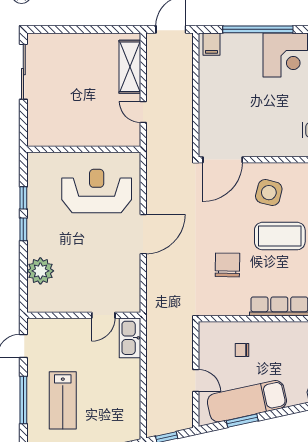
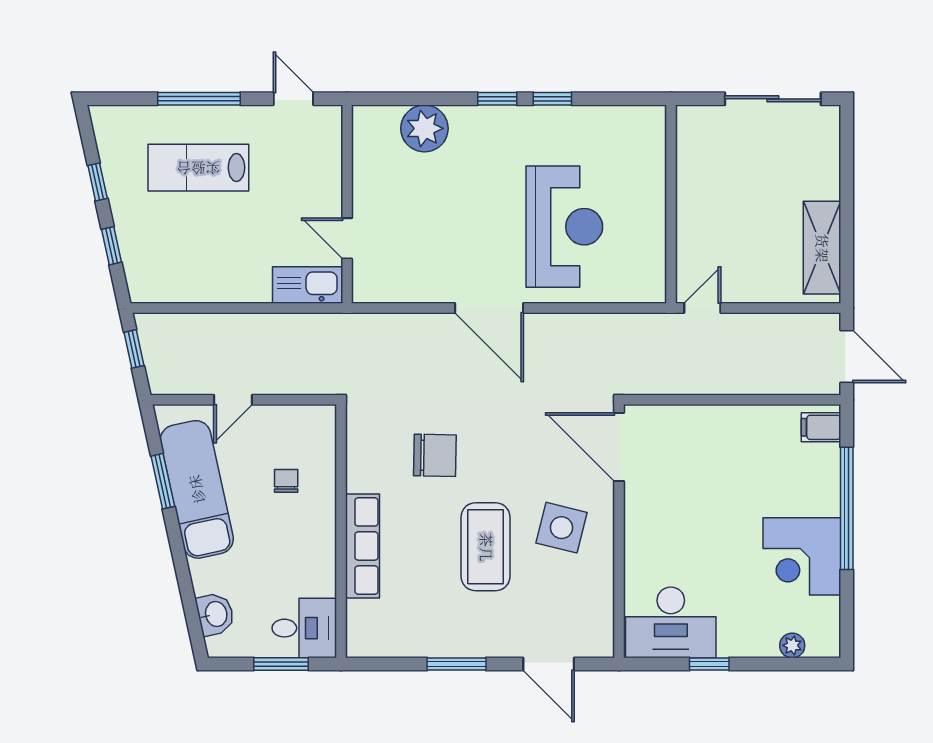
shelving: (130, 67) -> (822, 248), moved, turned 90
wall: (84, 149) -> (671, 204), moved

